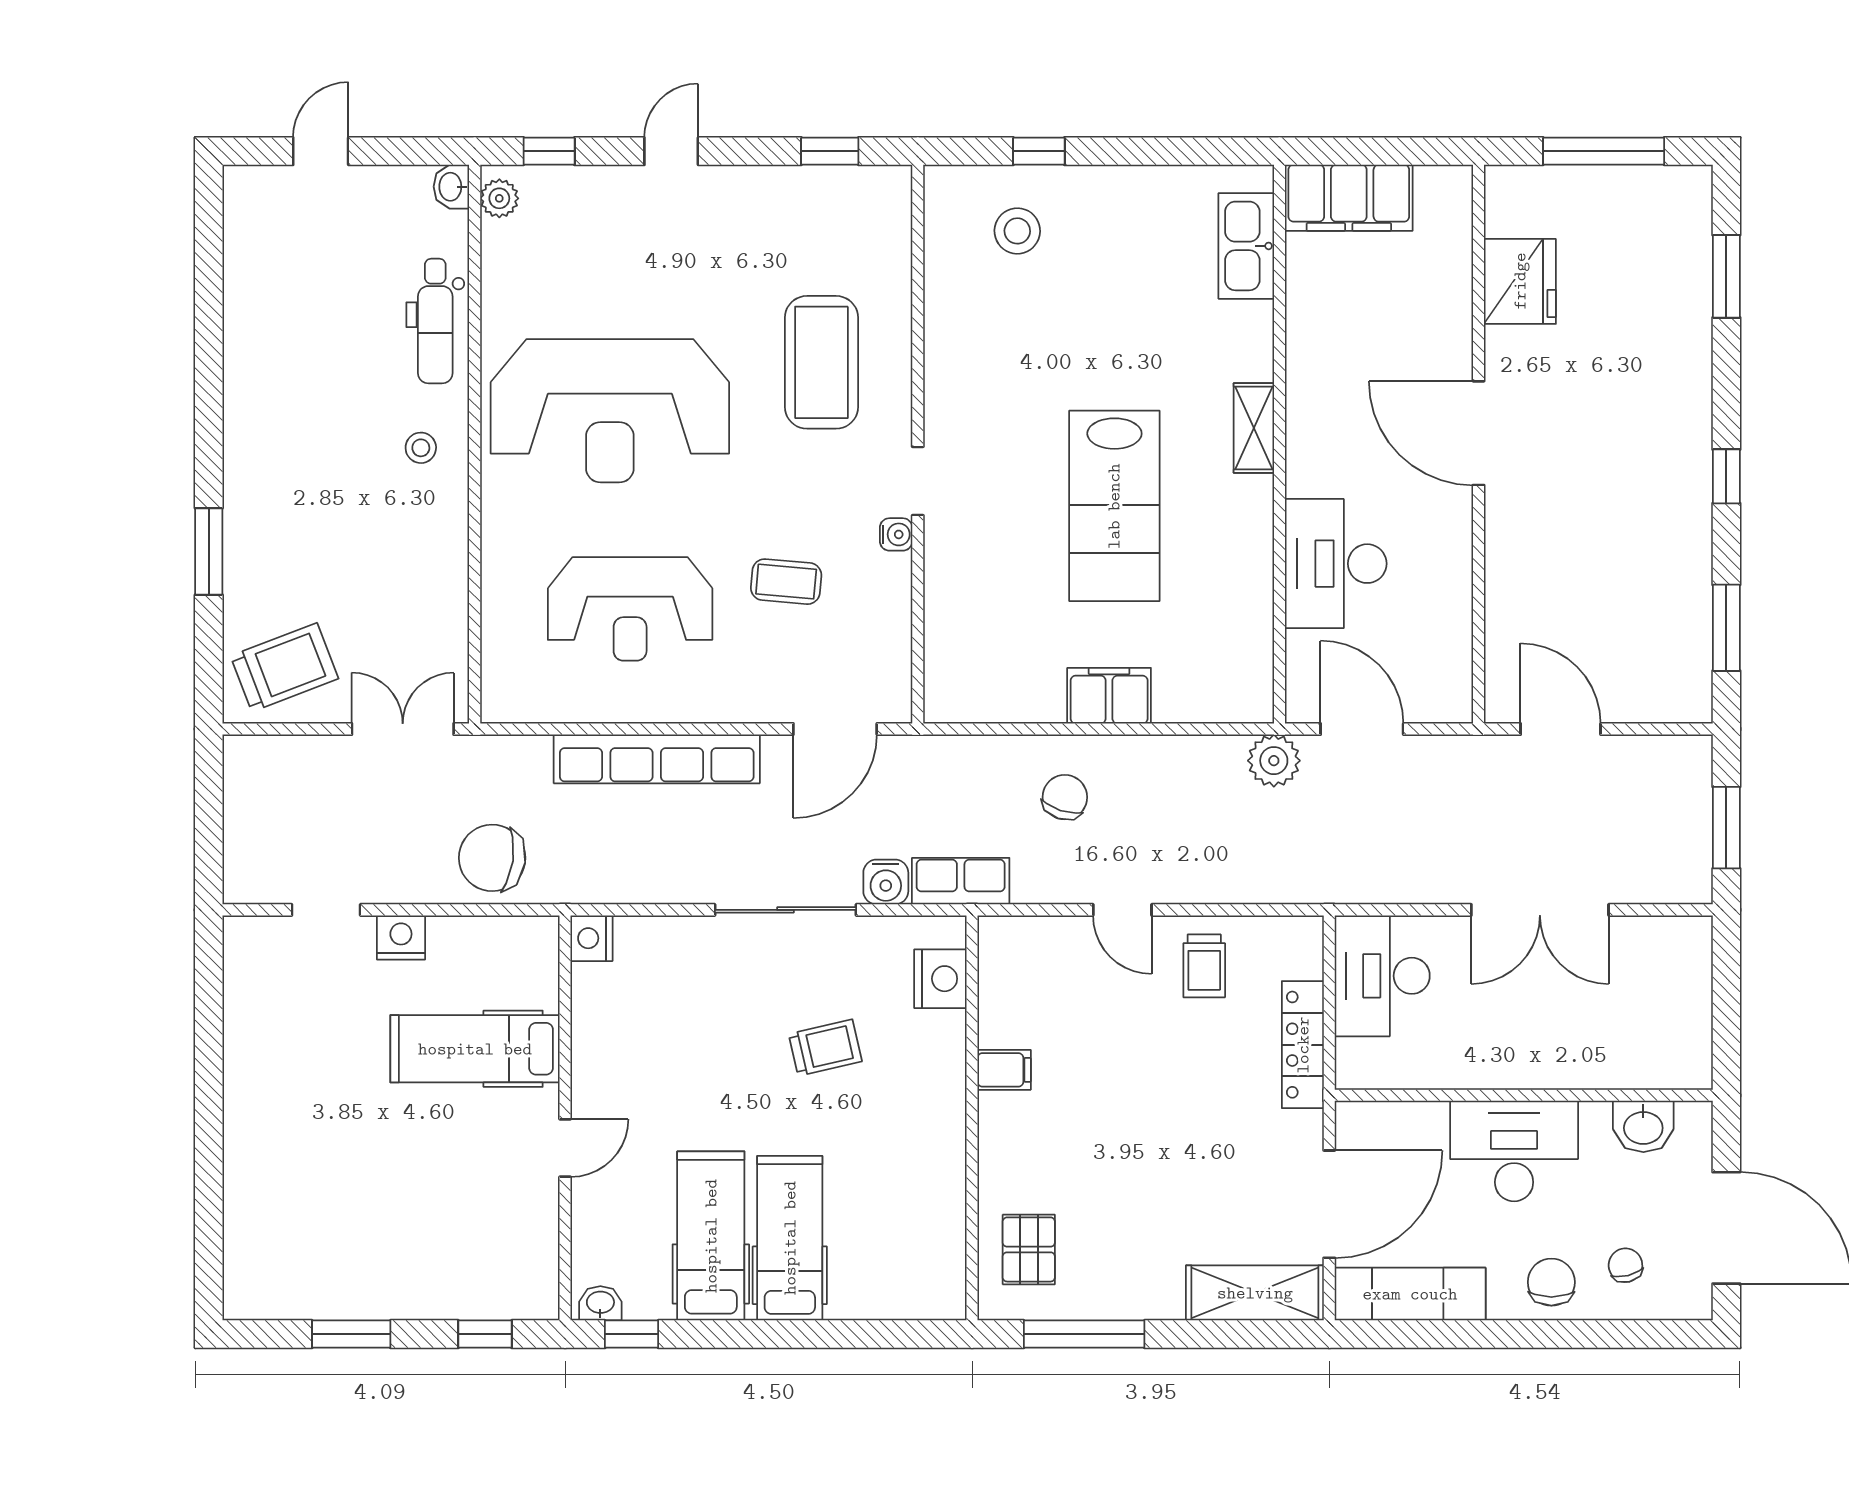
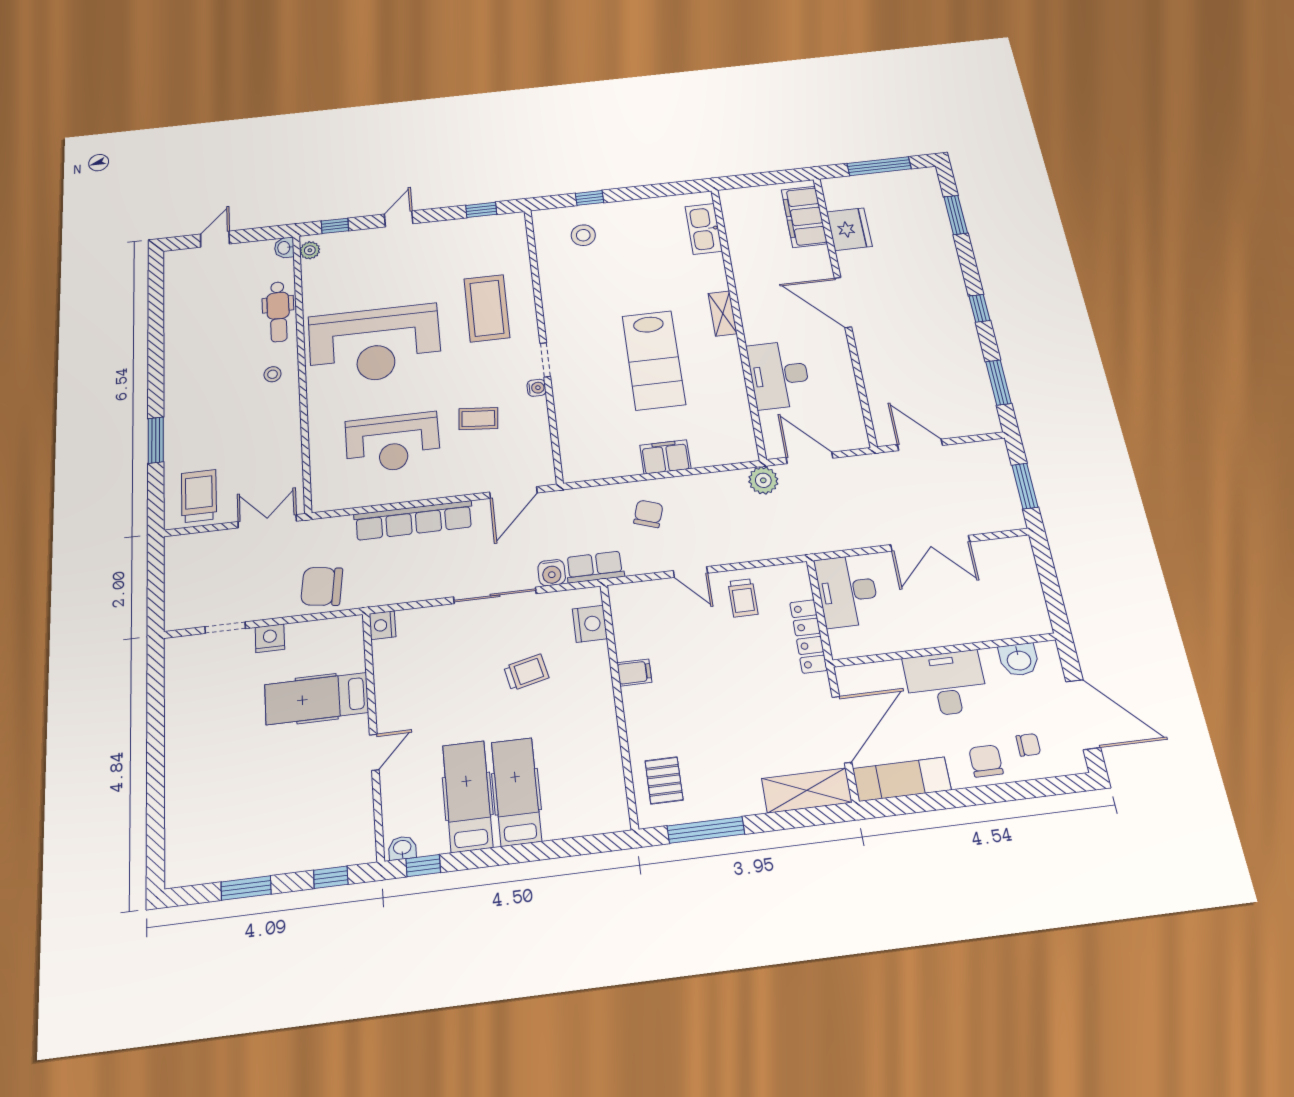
filing cabinet: (1349, 198) -> (804, 217), moved, turned 90
trolley: (284, 667) -> (199, 496), turned -69
chair: (1625, 1265) -> (1028, 745), turned 104

